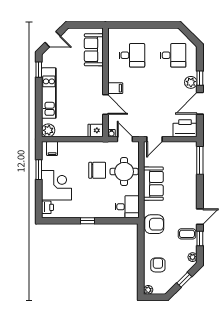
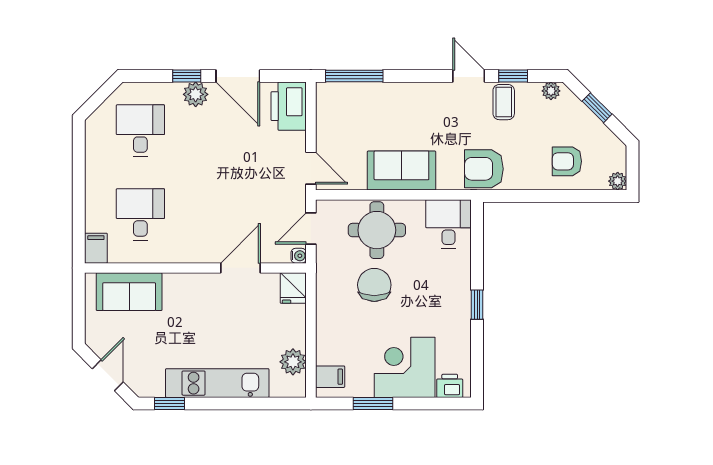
filing cabinet: (115, 88) -> (96, 248), moved
plant: (48, 130) -> (293, 362), moved
armchair: (154, 224) -> (484, 169), turned -90

